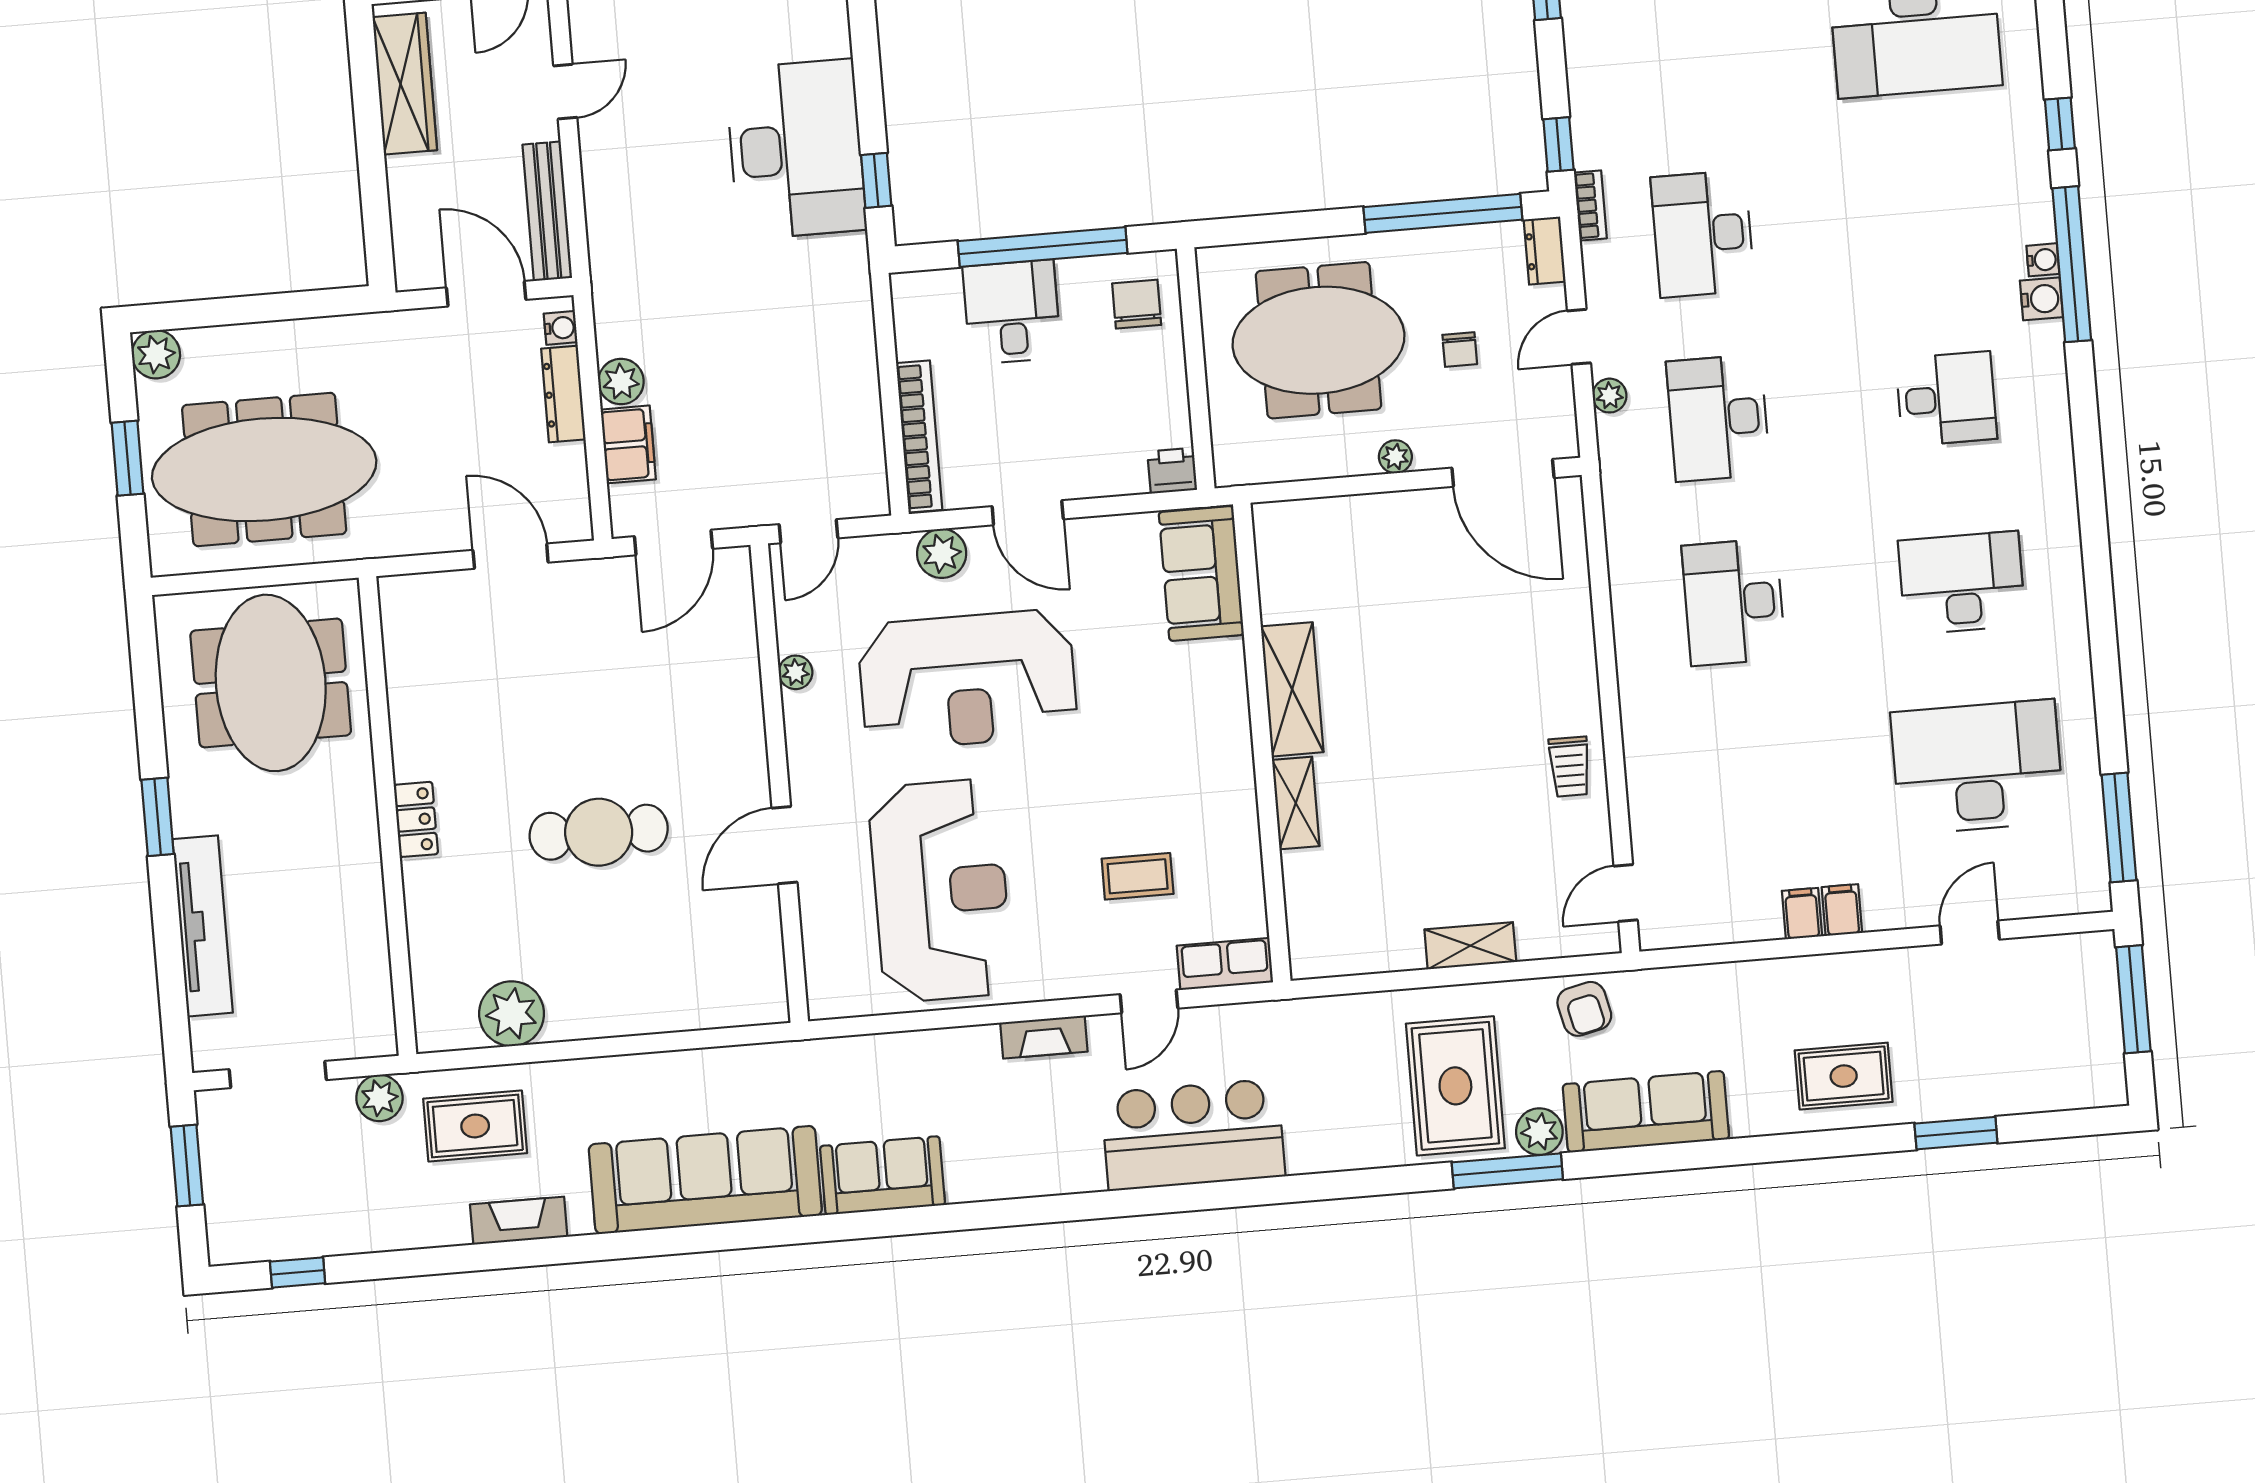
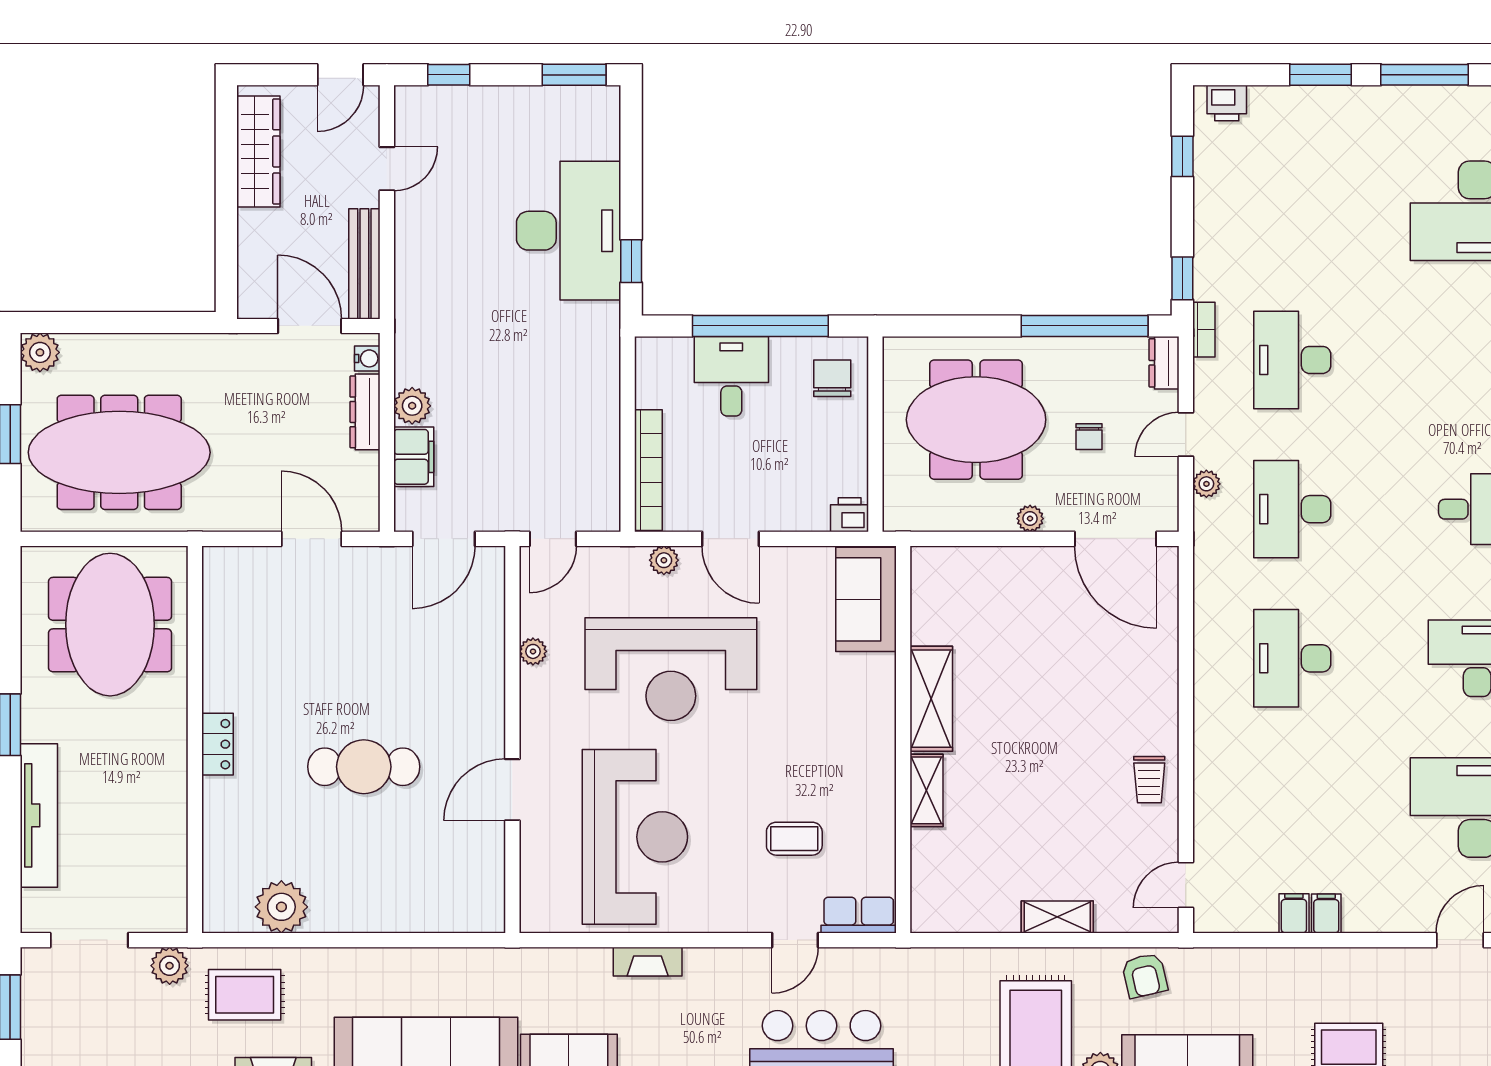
plant: (942, 553) -> (664, 560), width x0.73, depth x0.73
filing cabinet: (1842, 910) -> (1294, 913), moved
fireplace: (1044, 1037) -> (648, 962), moved

